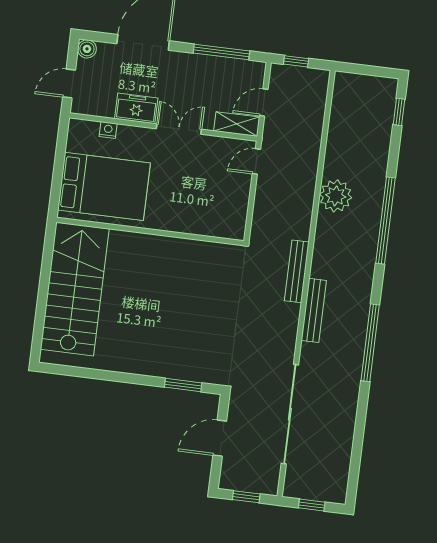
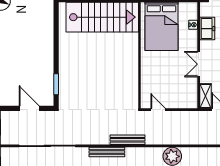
freezer: (136, 108) -> (207, 29), moved
double door: (179, 129) -> (199, 64), swing flipped
door: (256, 161) -> (158, 110), moved

